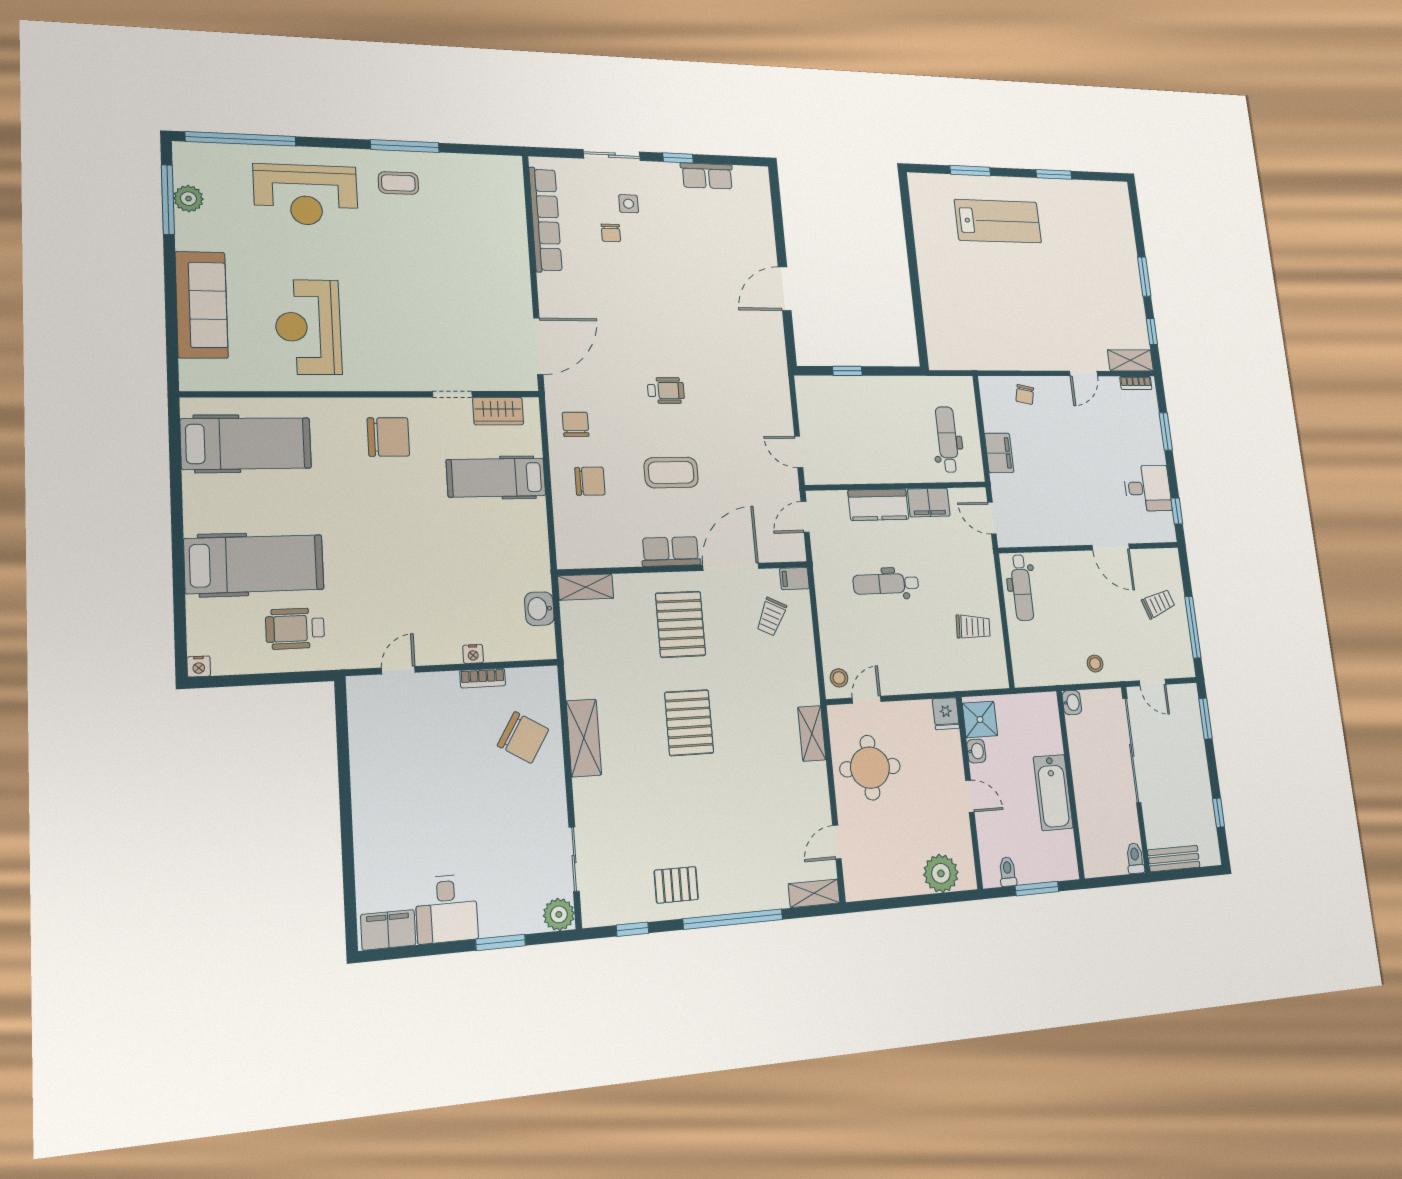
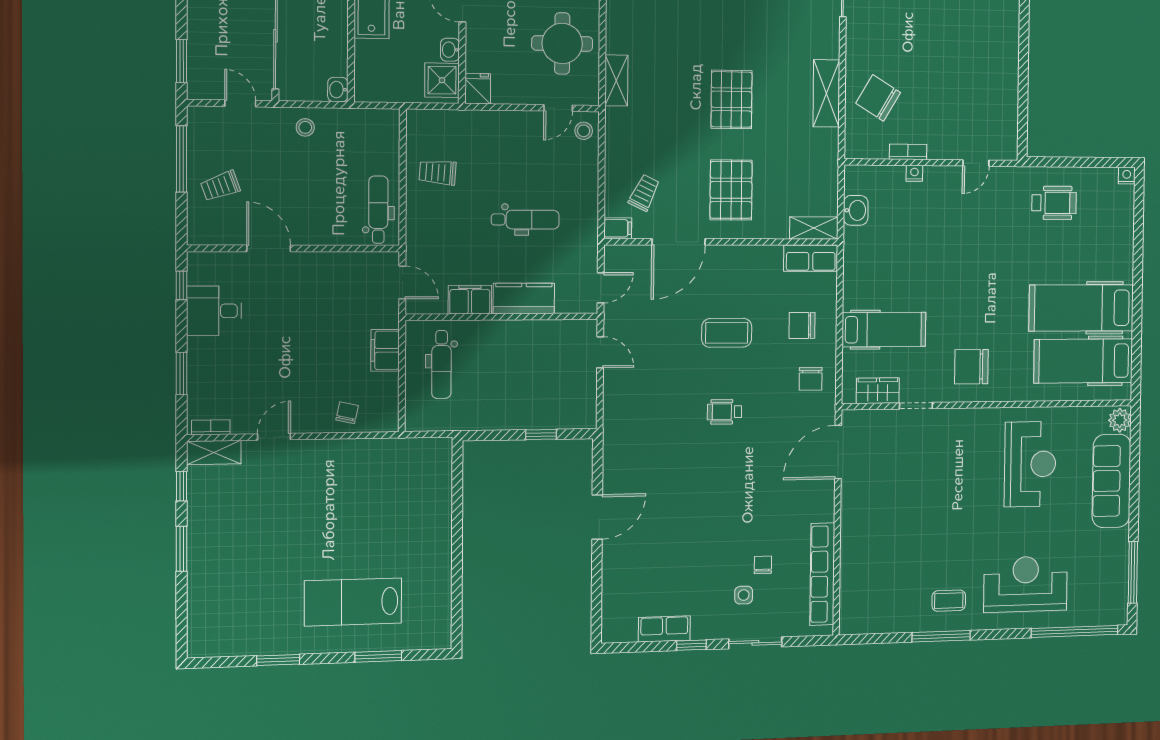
plant: (188, 199) -> (1120, 420), moved
row of seats: (671, 551) -> (811, 258), moved
hospital bed: (254, 564) -> (1081, 308), moved

